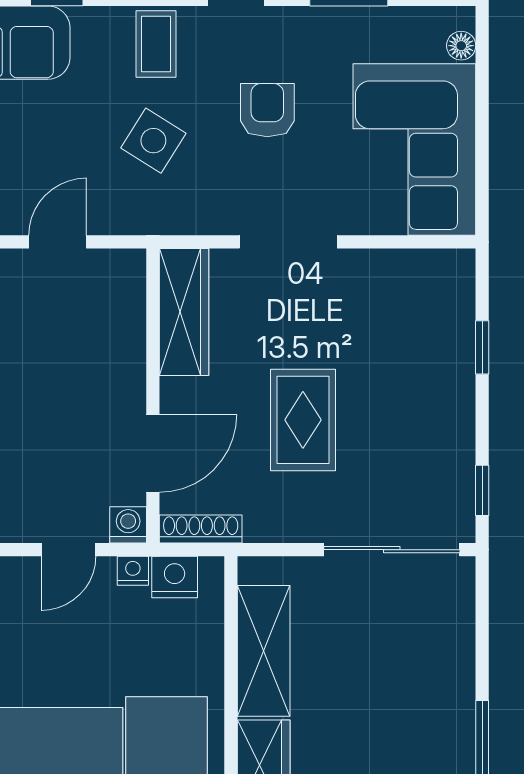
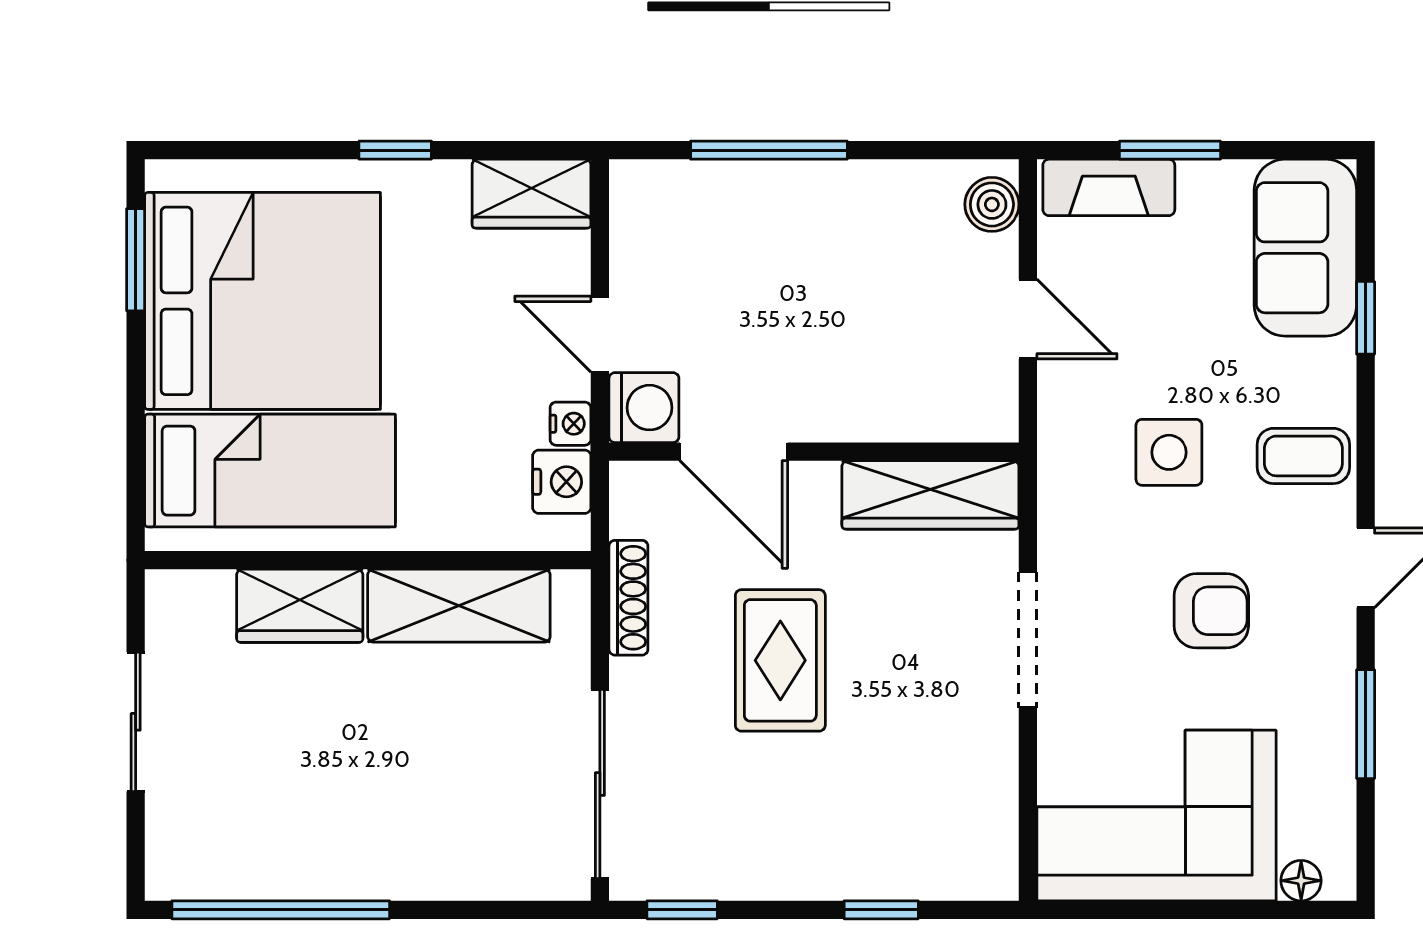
side table: (153, 141) -> (1169, 452), turned -32
rug: (303, 420) -> (780, 660), turned 90
washing machine: (128, 525) -> (644, 408), width x1.38, depth x1.38
shoe rack: (201, 529) -> (628, 598), moved

